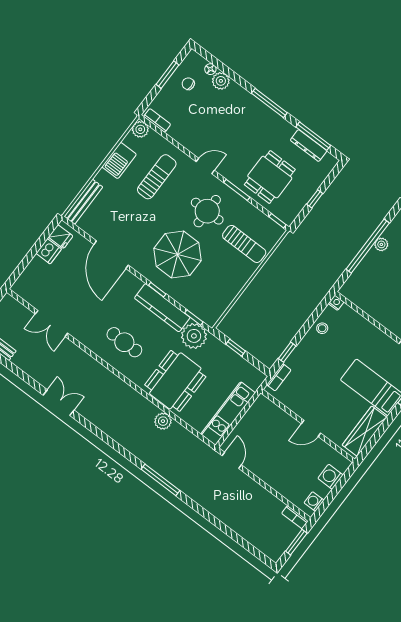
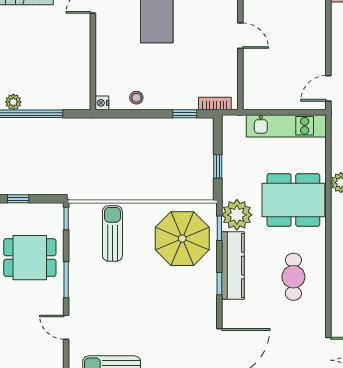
round table: (207, 211) -> (108, 293), removed
parasol: (178, 255) -> (182, 239), moved

